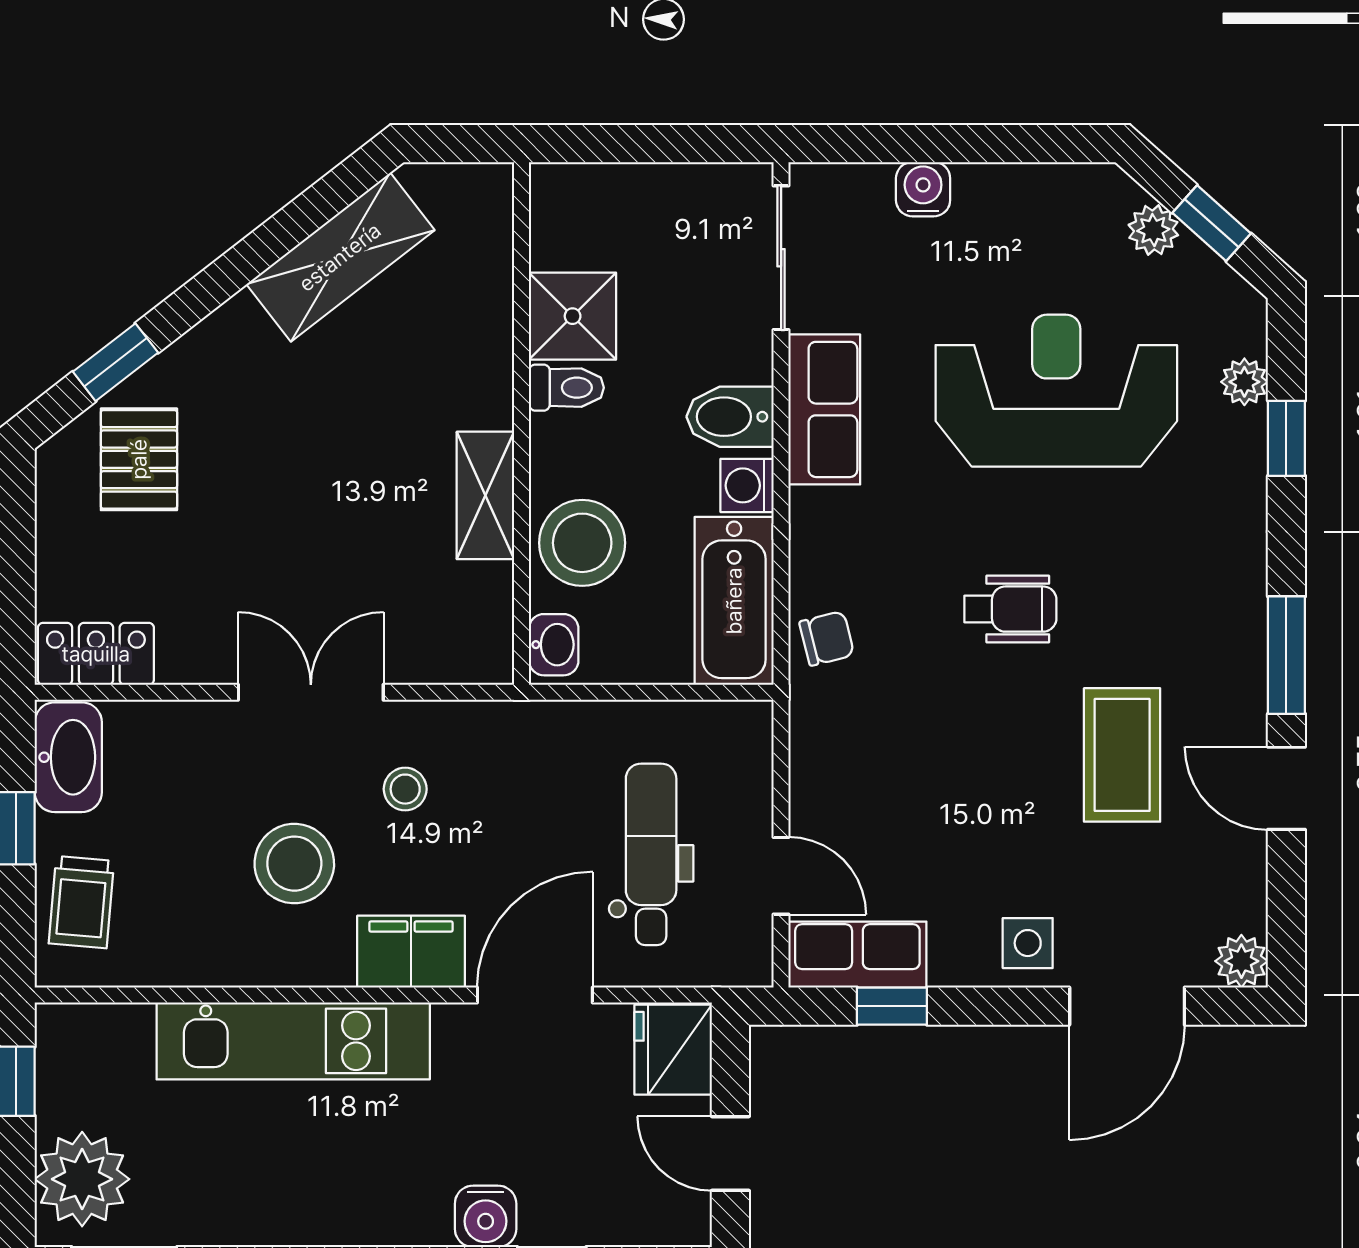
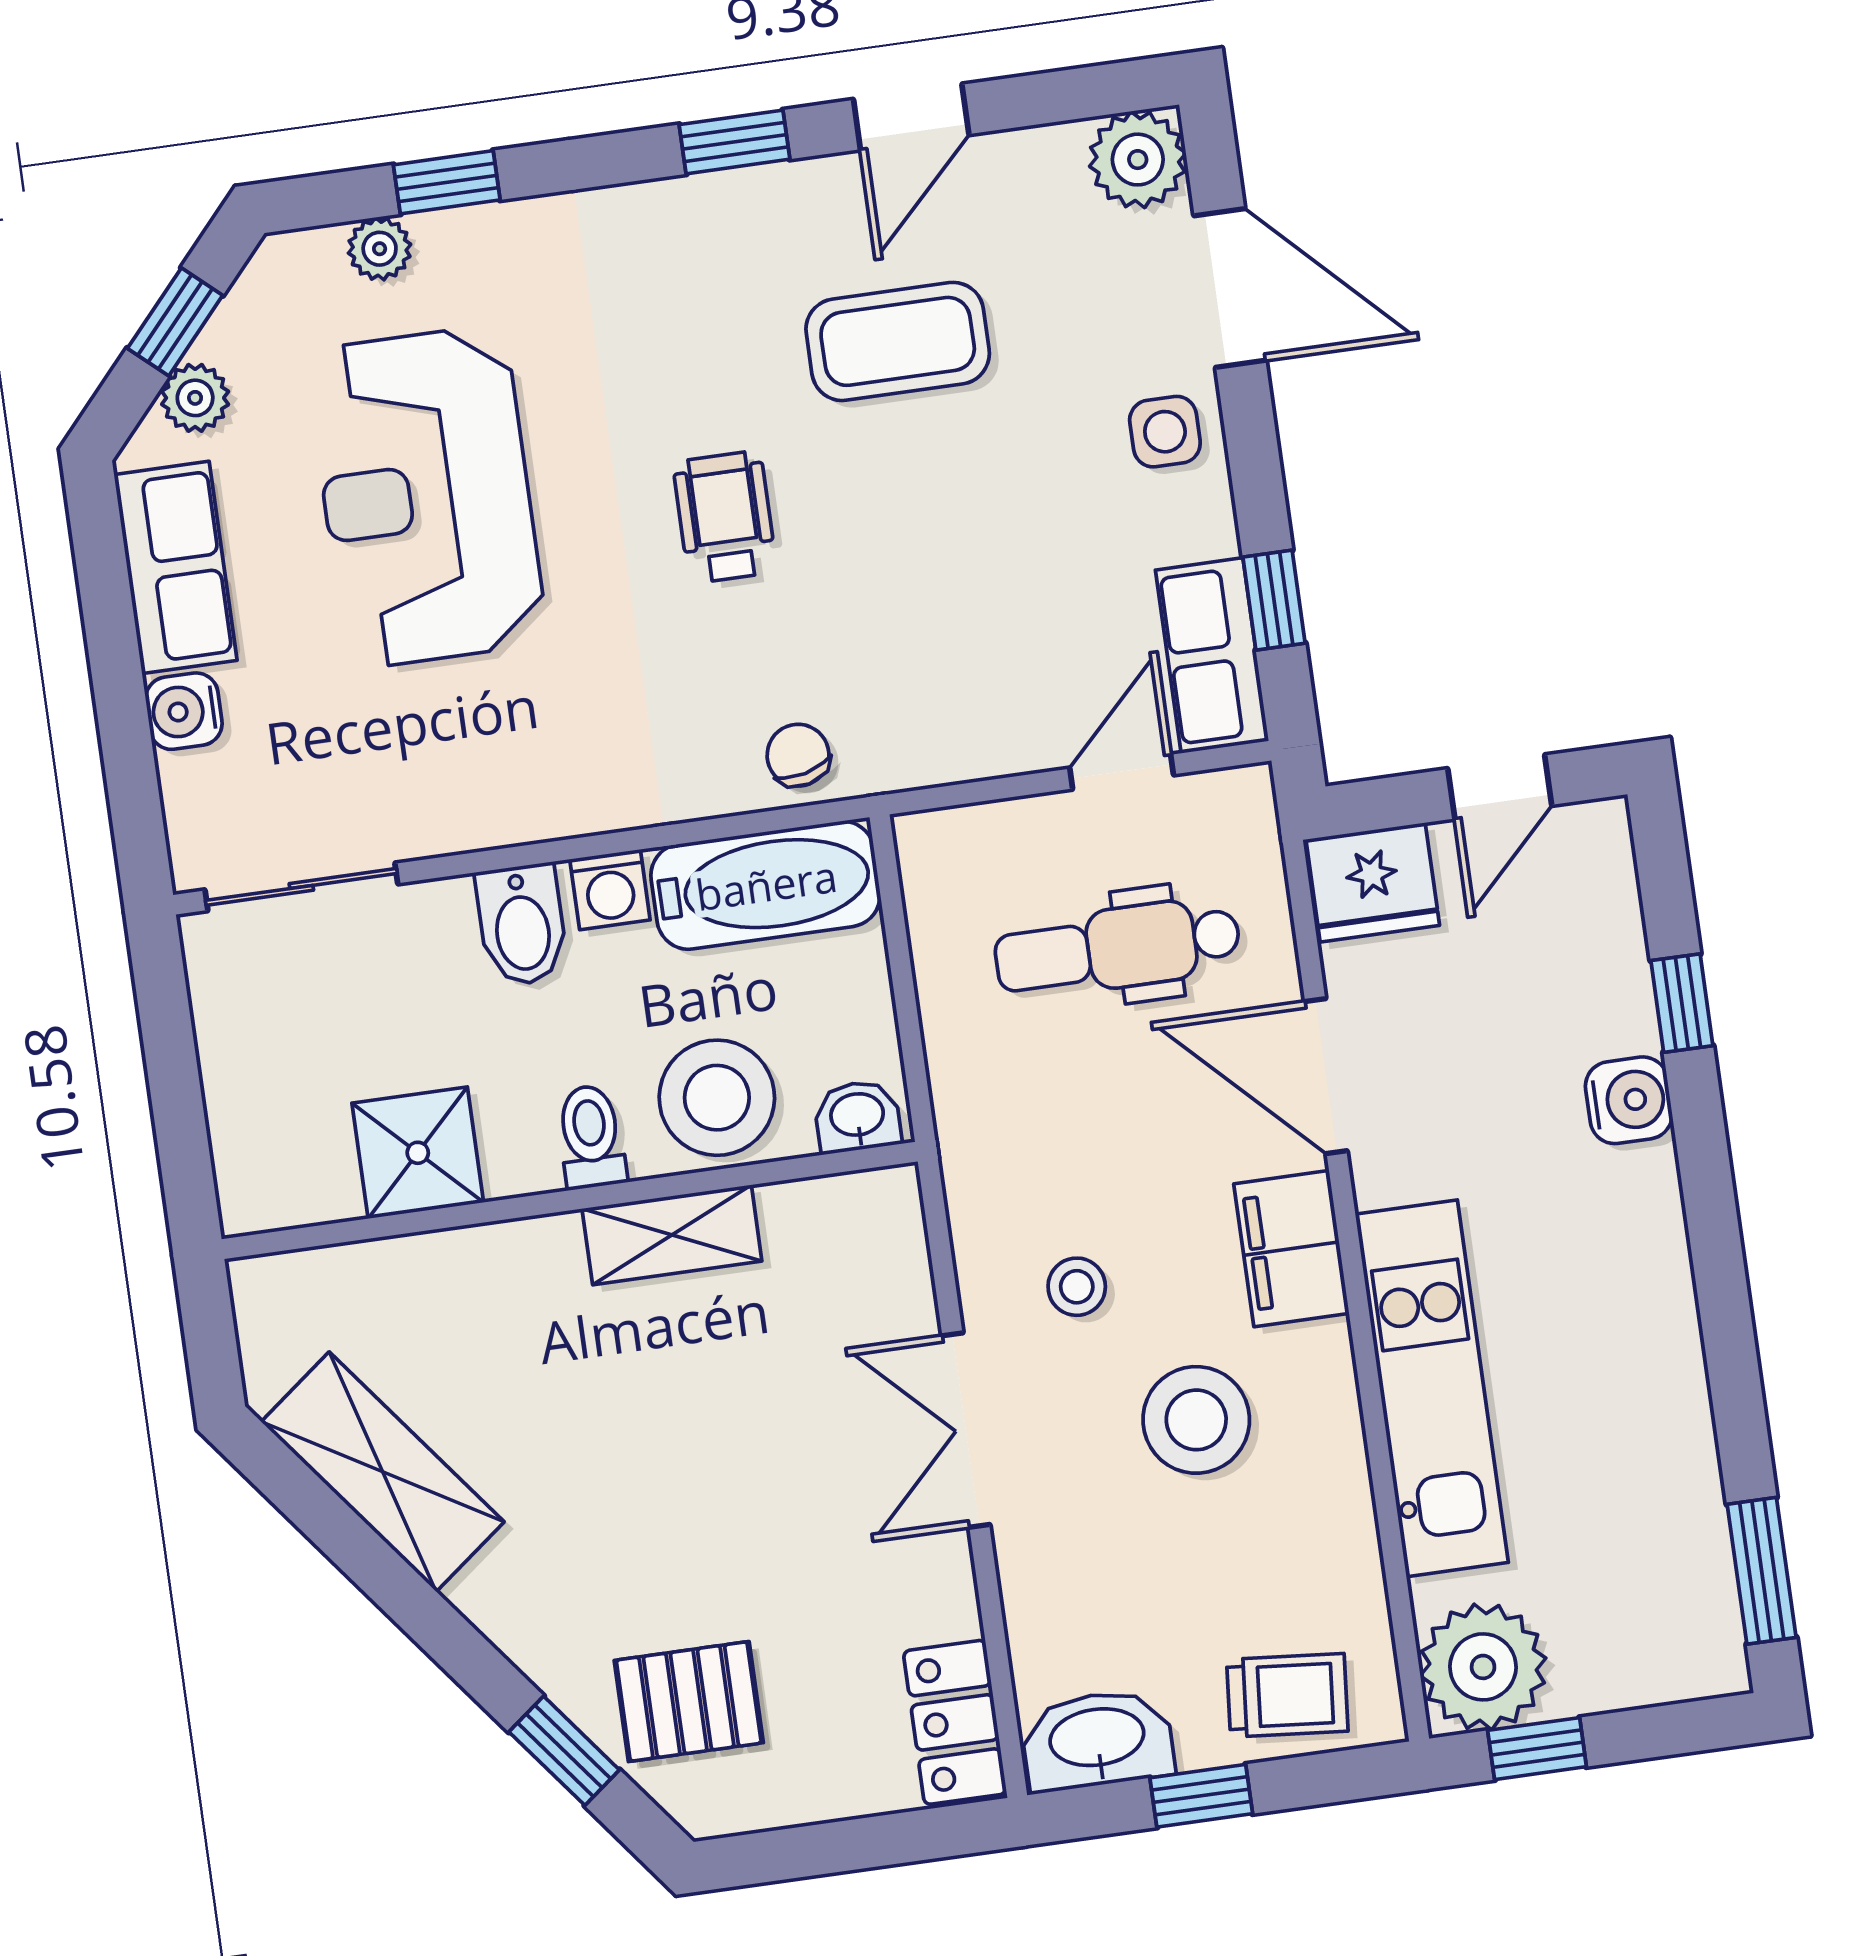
toilet: (566, 388) -> (591, 1137), moved
row of seats: (824, 409) -> (176, 567), moved, turned 90
window: (1286, 655) -> (735, 142), width x0.67
plant: (1241, 961) -> (1138, 160), width x1.38, depth x1.38
plant: (82, 1179) -> (1483, 1667), moved

